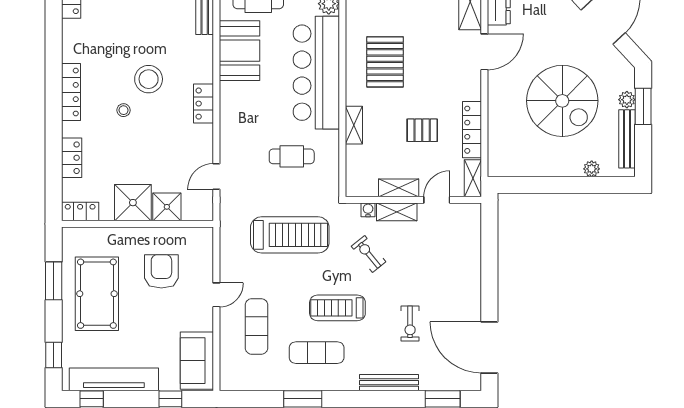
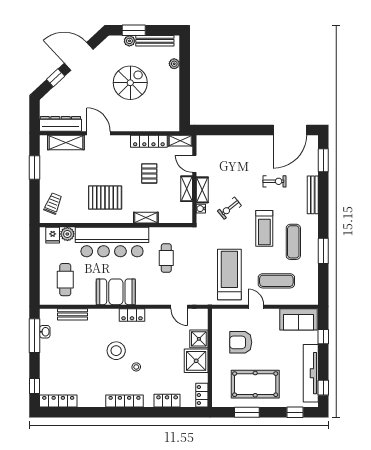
booth: (240, 51) -> (116, 292), moved
spiral stairs: (562, 101) -> (130, 83), width x0.73, depth x0.73
treadmill: (290, 235) -> (229, 274), moved

